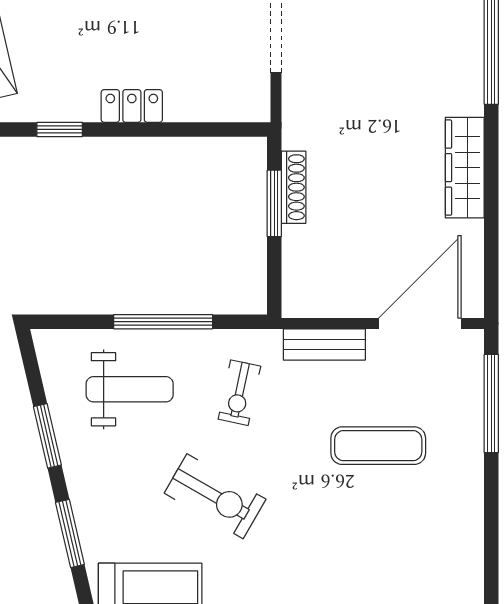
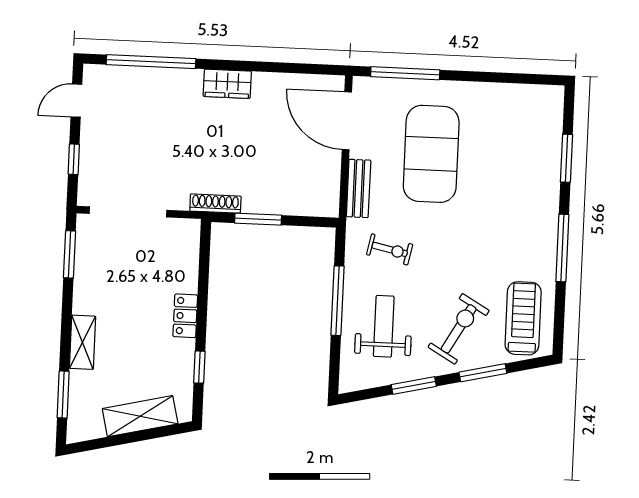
wardrobe: (465, 168) -> (227, 84), width x0.67
shoe rack: (294, 187) -> (215, 204), moved
exercise mat: (378, 446) -> (431, 154), width x2.00, depth x1.45
exercise bike: (215, 496) -> (459, 329), moved

